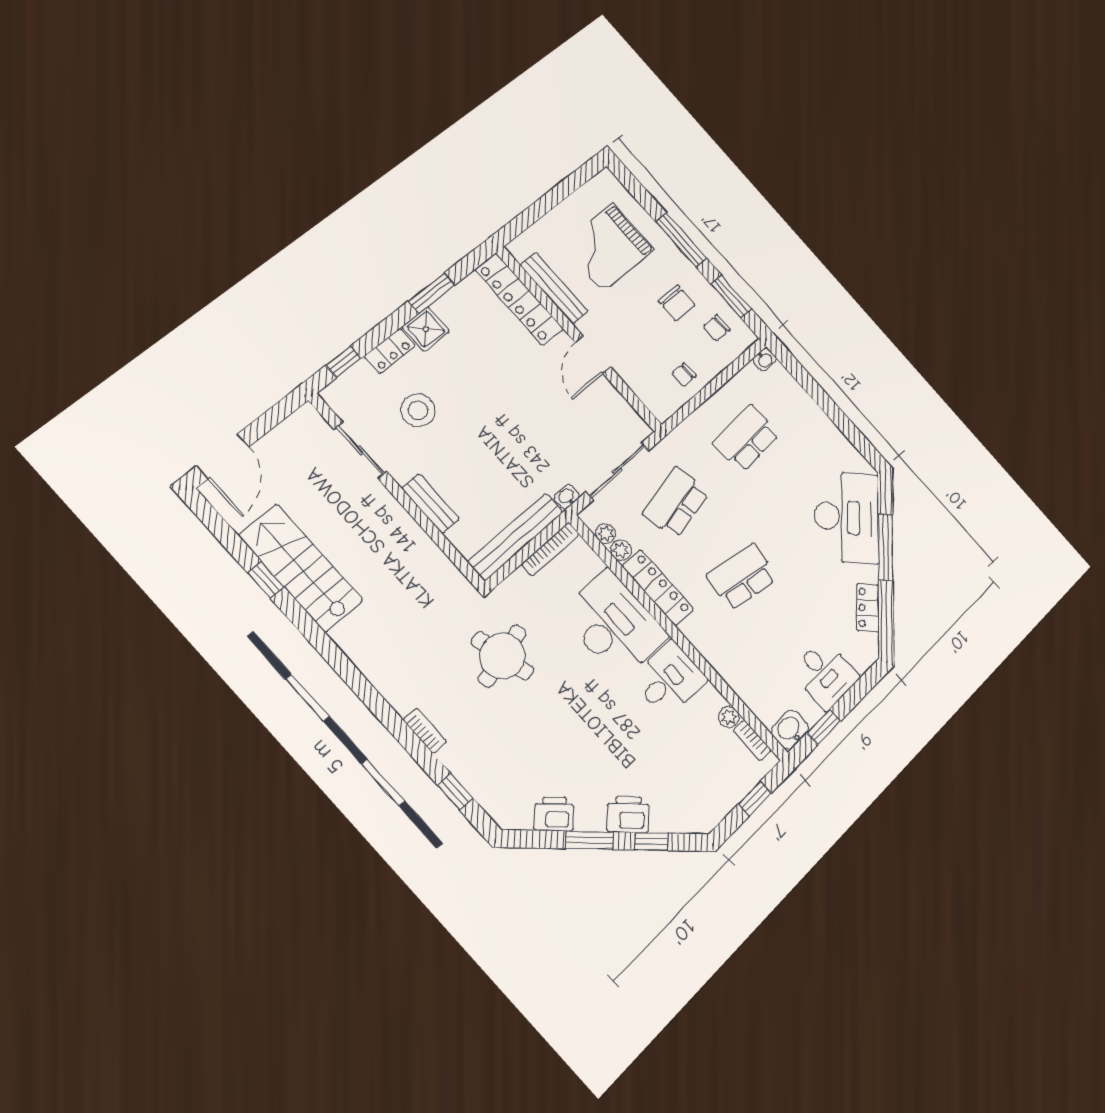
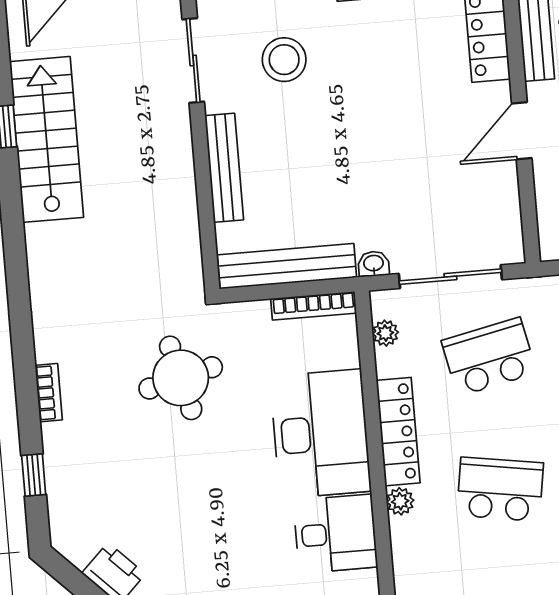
bench: (431, 504) -> (224, 168), width x1.36
plant: (621, 550) -> (400, 501), moved

